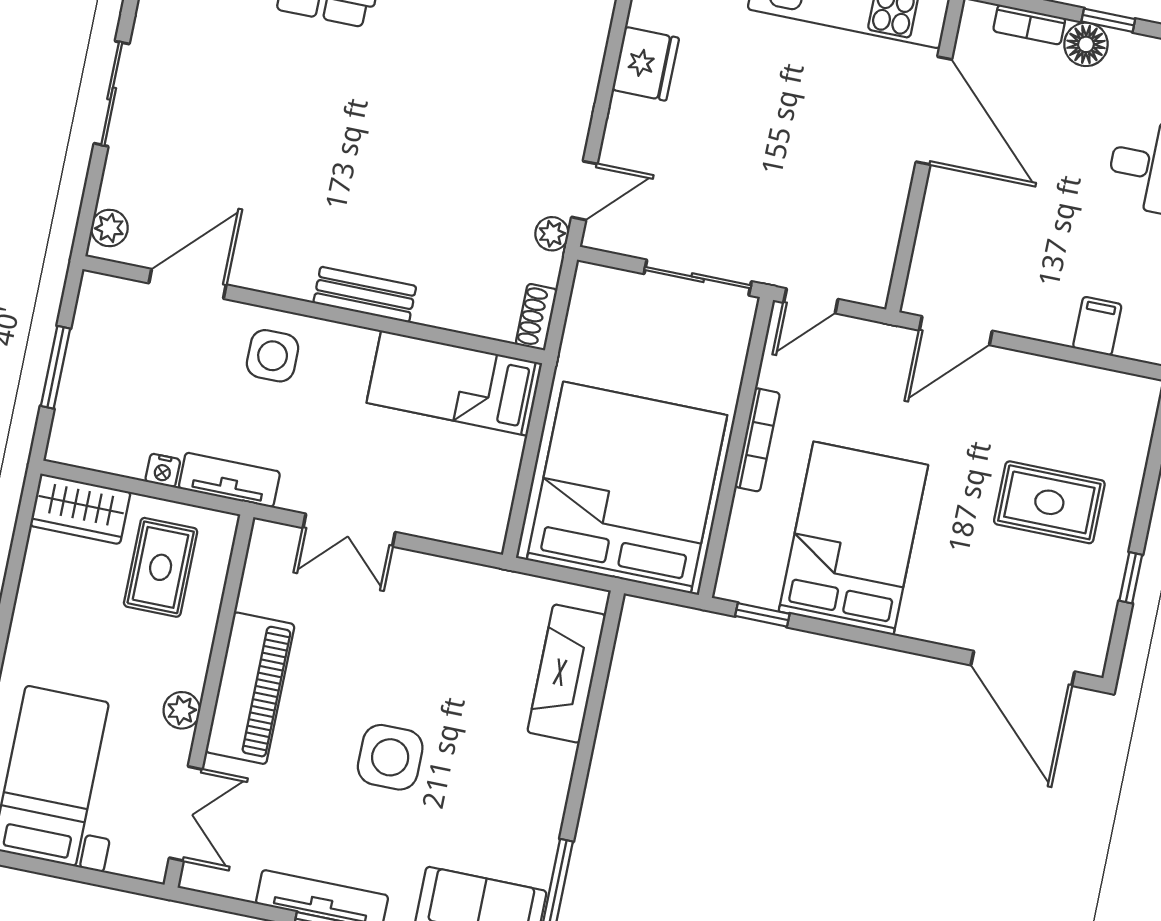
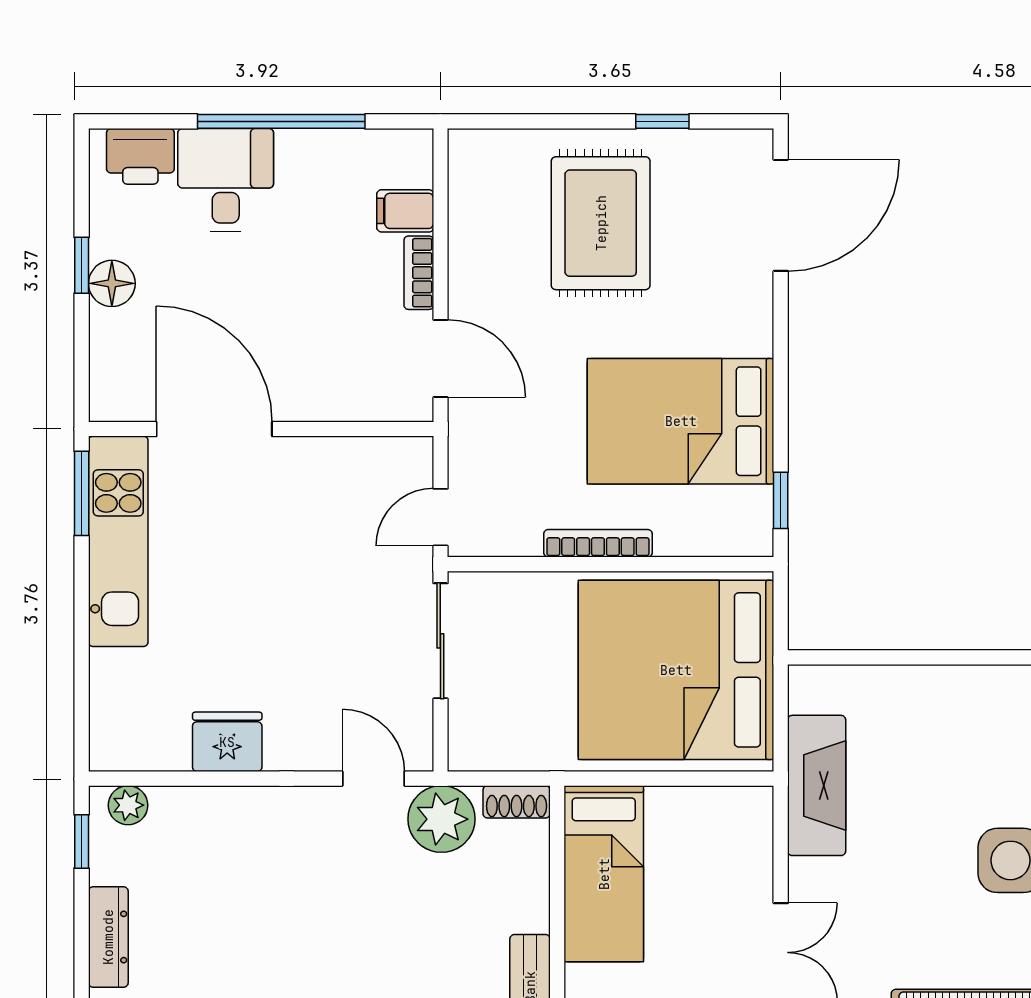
bookcase: (1029, 25) -> (419, 273), moved, turned 180
door: (934, 111) -> (214, 429), hinge flipped
plant: (552, 234) -> (441, 819), width x1.88, depth x1.88
door: (811, 301) -> (440, 517), swing flipped
rug: (1049, 502) -> (601, 223), width x1.36, depth x1.43
fireplace: (567, 674) -> (817, 785), moved, turned -90

